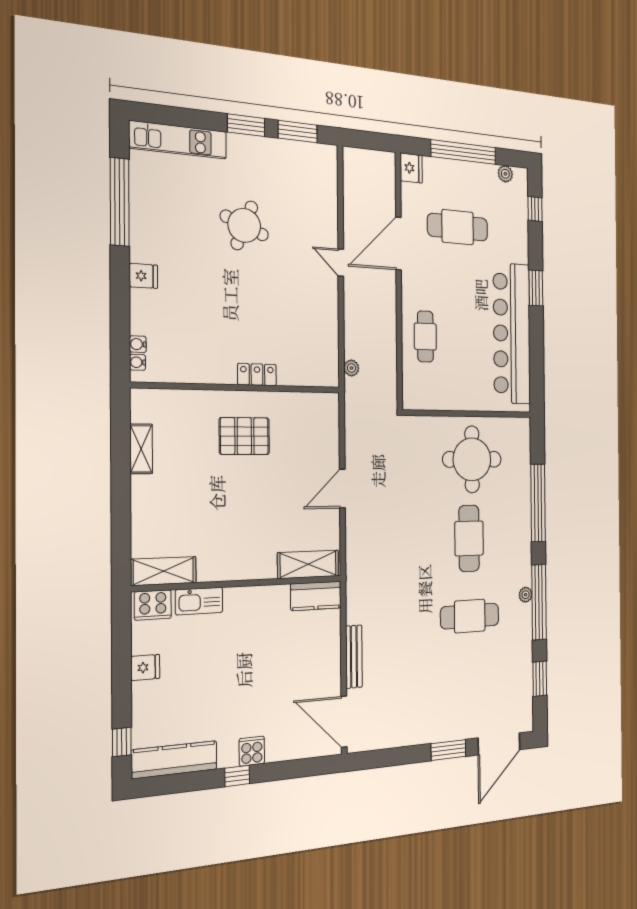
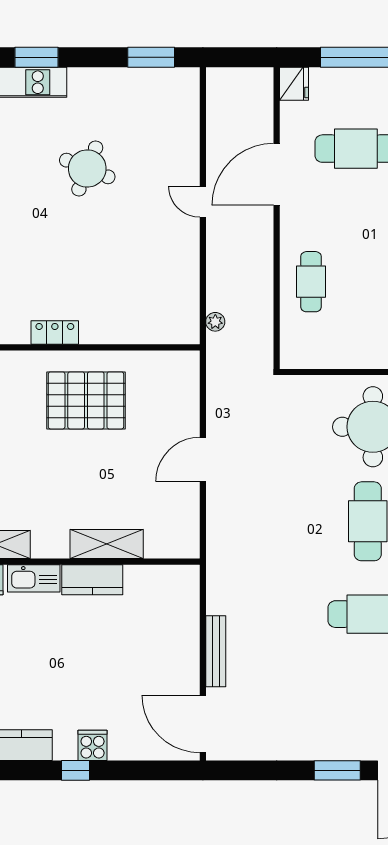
window: (246, 125) -> (37, 57), moved
locker: (257, 375) -> (55, 332), moved
pallet: (244, 436) -> (86, 400), width x1.37, depth x1.41
shelving: (308, 564) -> (107, 544), moved
kitchen counter: (316, 596) -> (92, 580), moved

